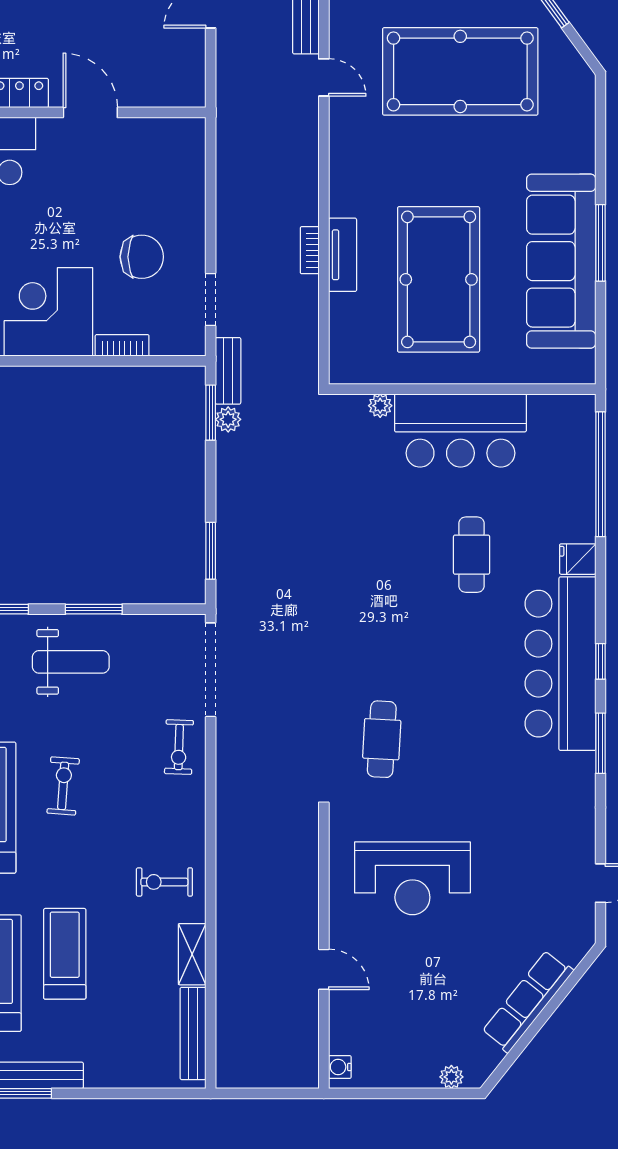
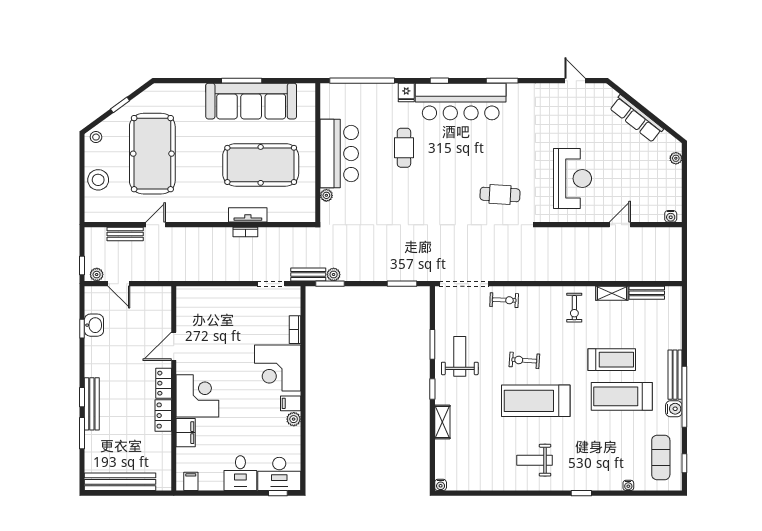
chair: (142, 257) -> (249, 319), removed
cafe table: (472, 555) -> (404, 148), turned 90
window: (600, 661) -> (439, 81), moved
treadmill: (65, 954) -> (612, 360), turned 180
bench: (193, 1033) -> (647, 293), width x0.73

